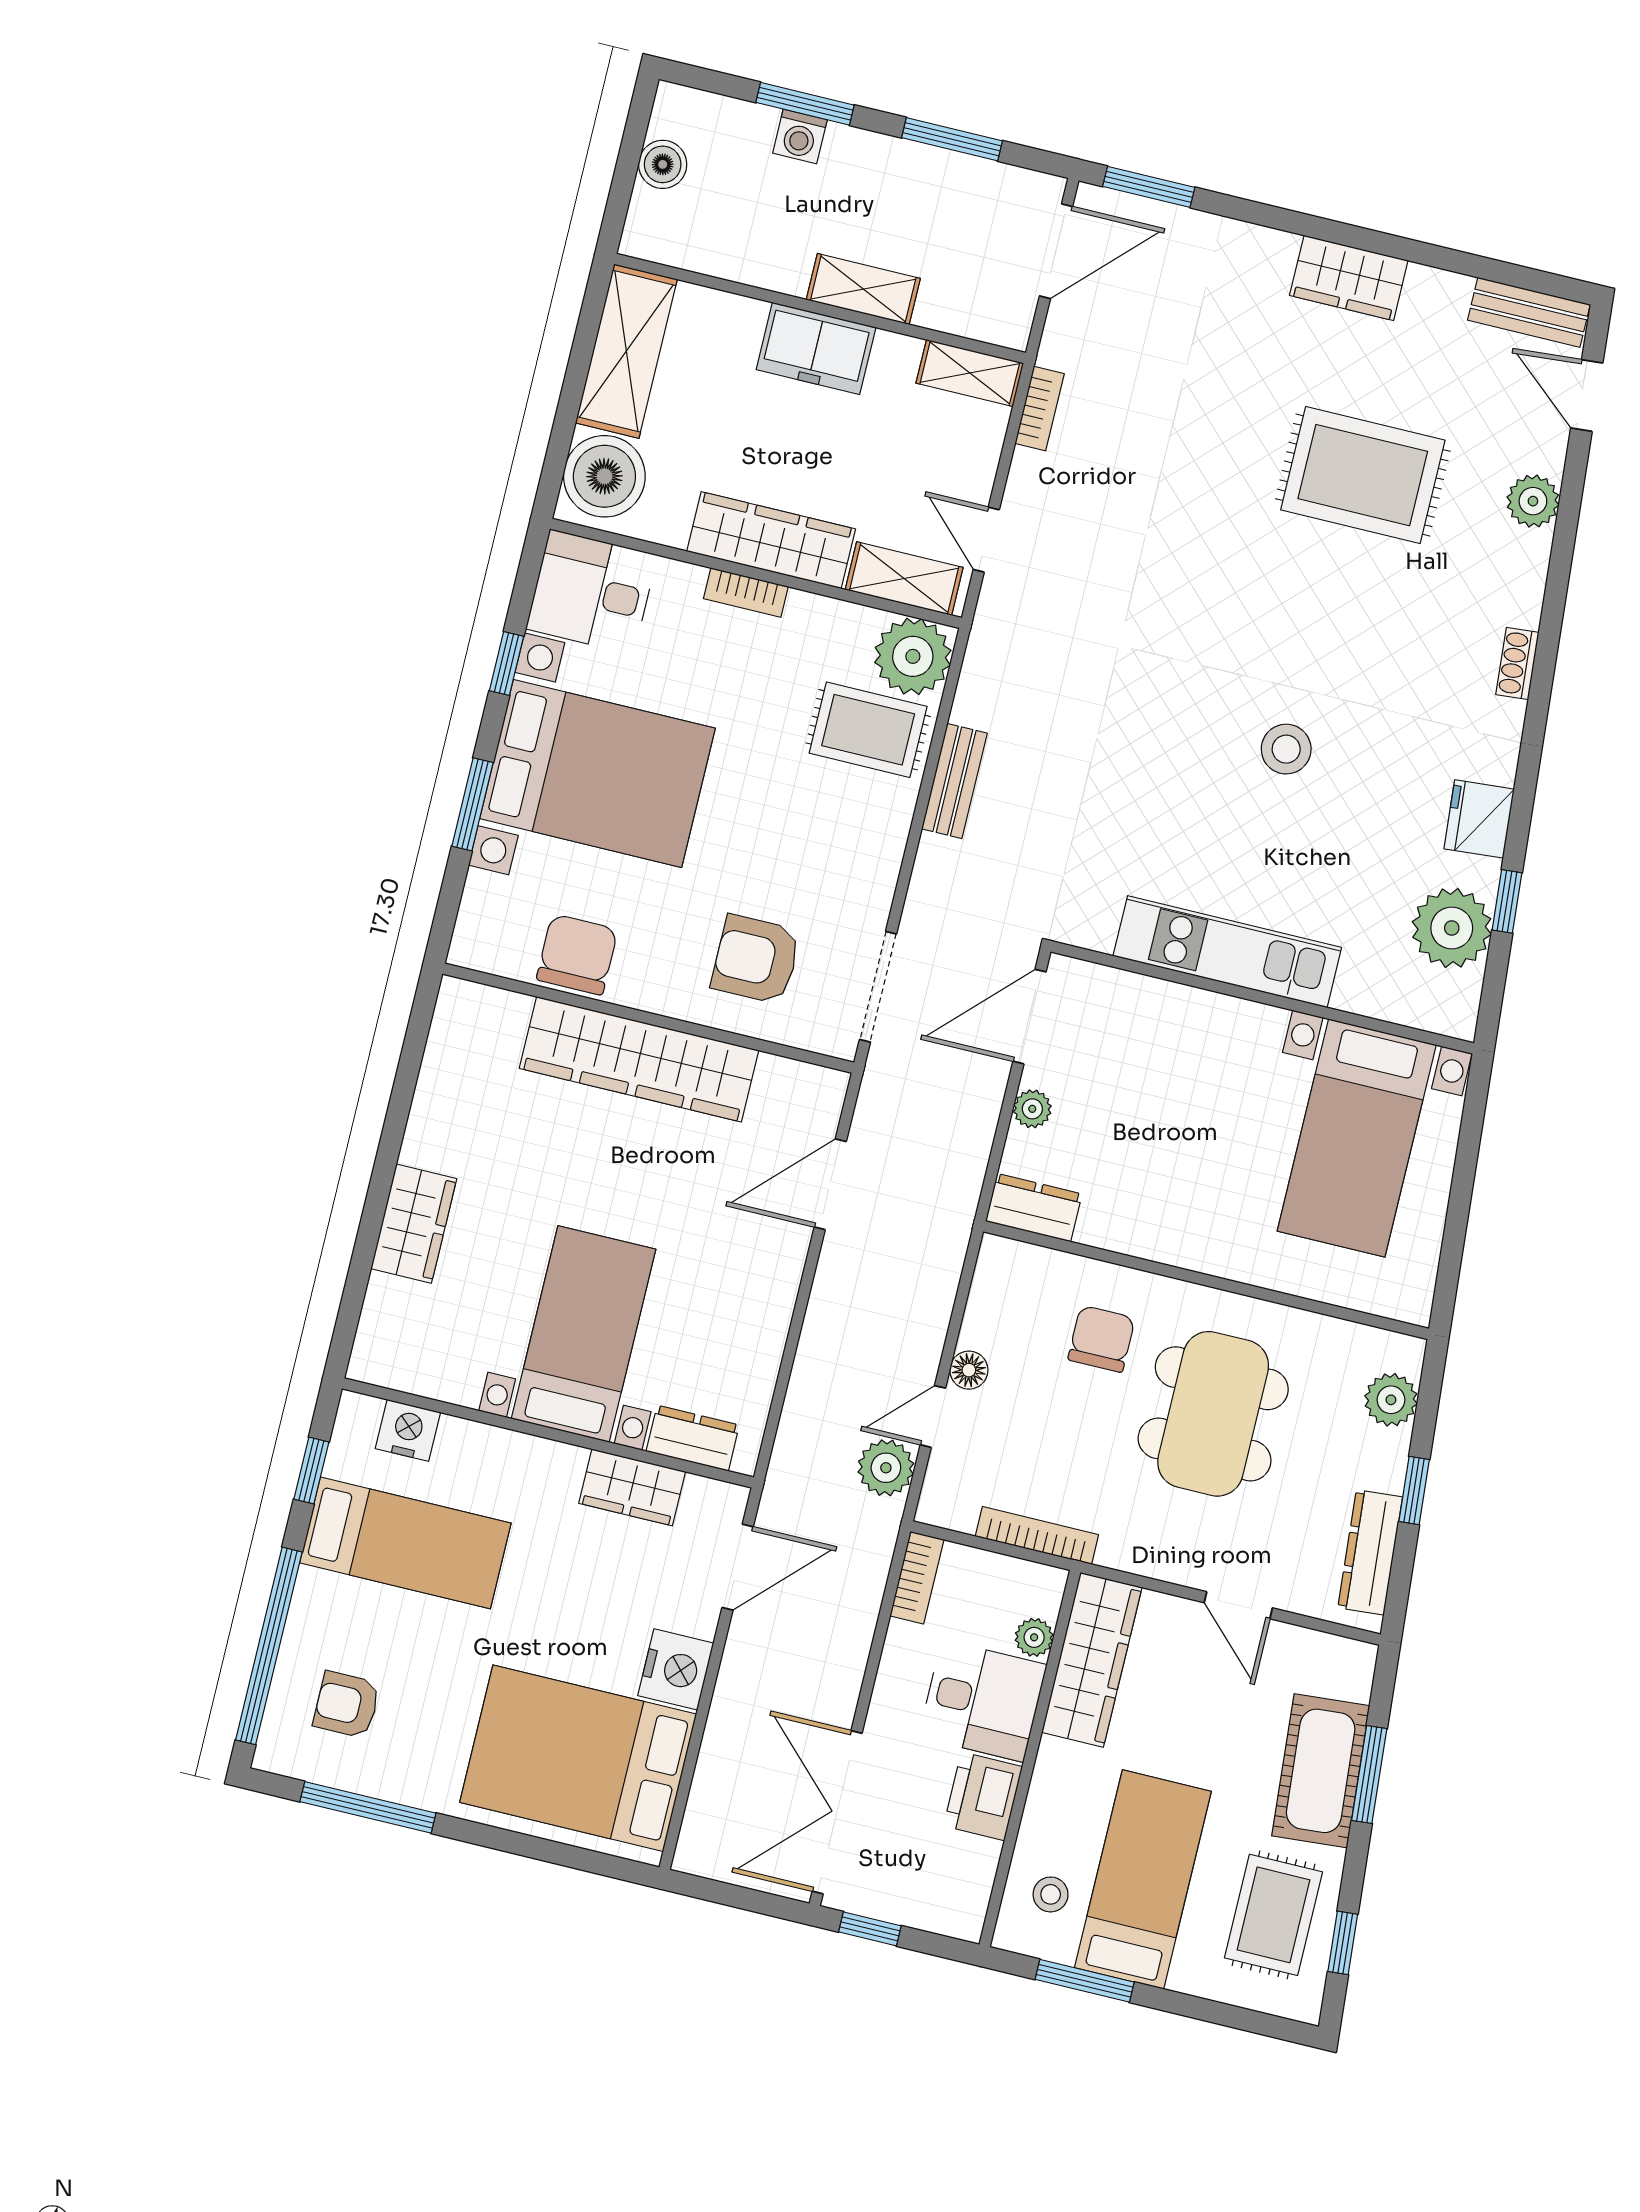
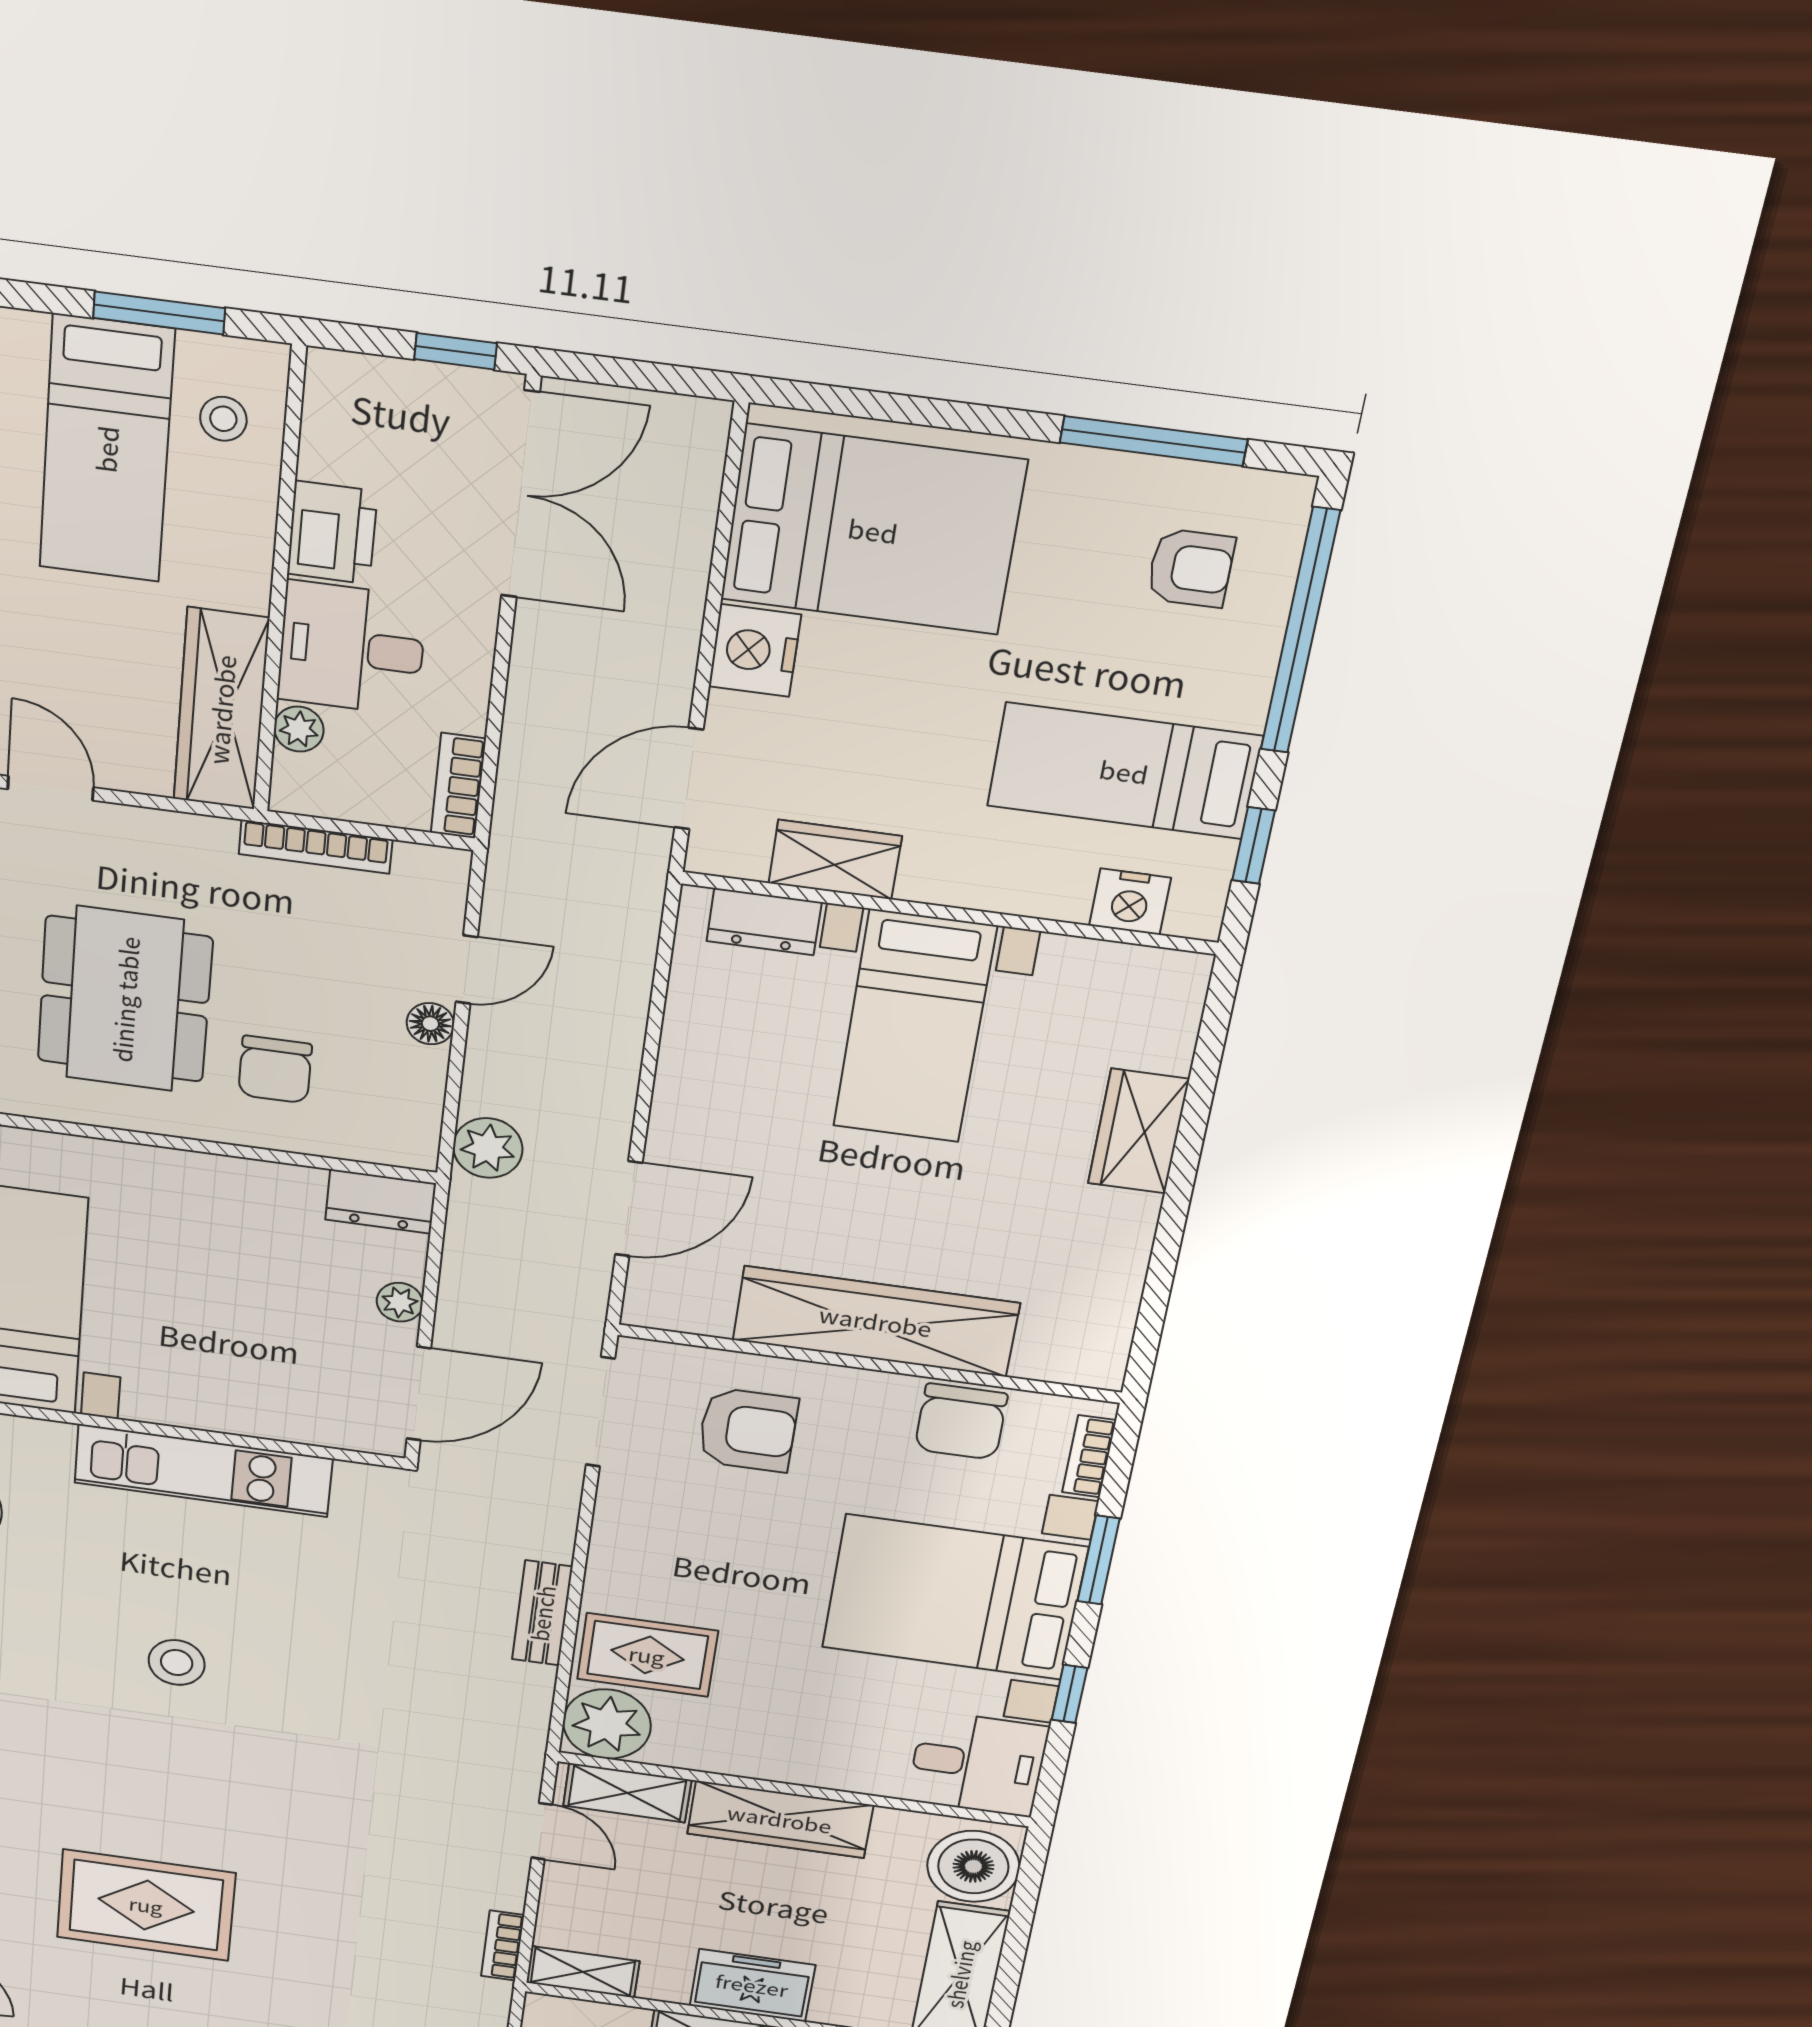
bookcase: (746, 593) -> (1089, 1456), moved, turned -90
plant: (886, 1468) -> (488, 1148), moved

